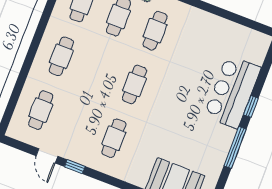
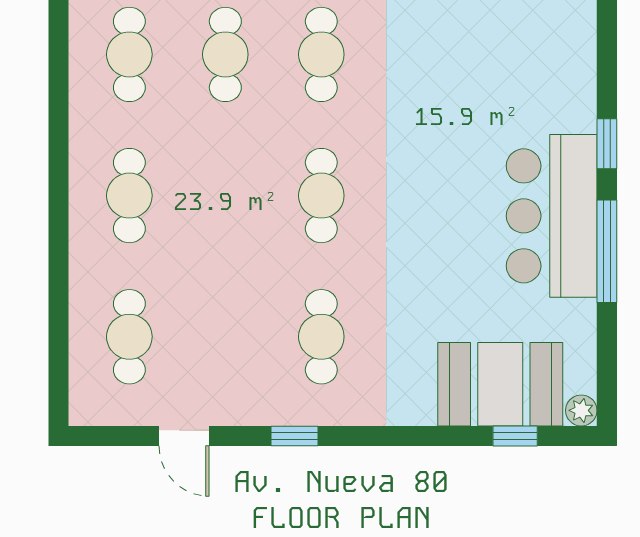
bar counter: (232, 92) -> (552, 216), moved
window: (75, 167) -> (294, 436), moved

